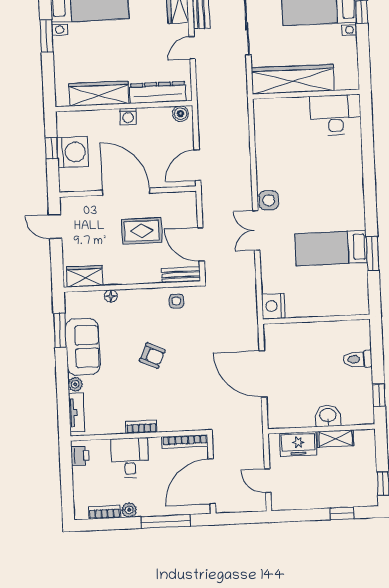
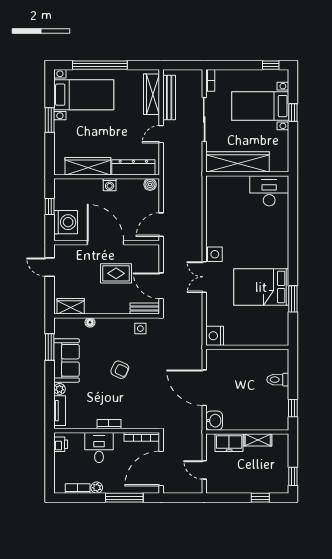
washing machine: (73, 152) -> (66, 222), moved
bed: (331, 248) -> (261, 287), width x1.50
washbasin: (328, 416) -> (214, 421), moved, turned 90

